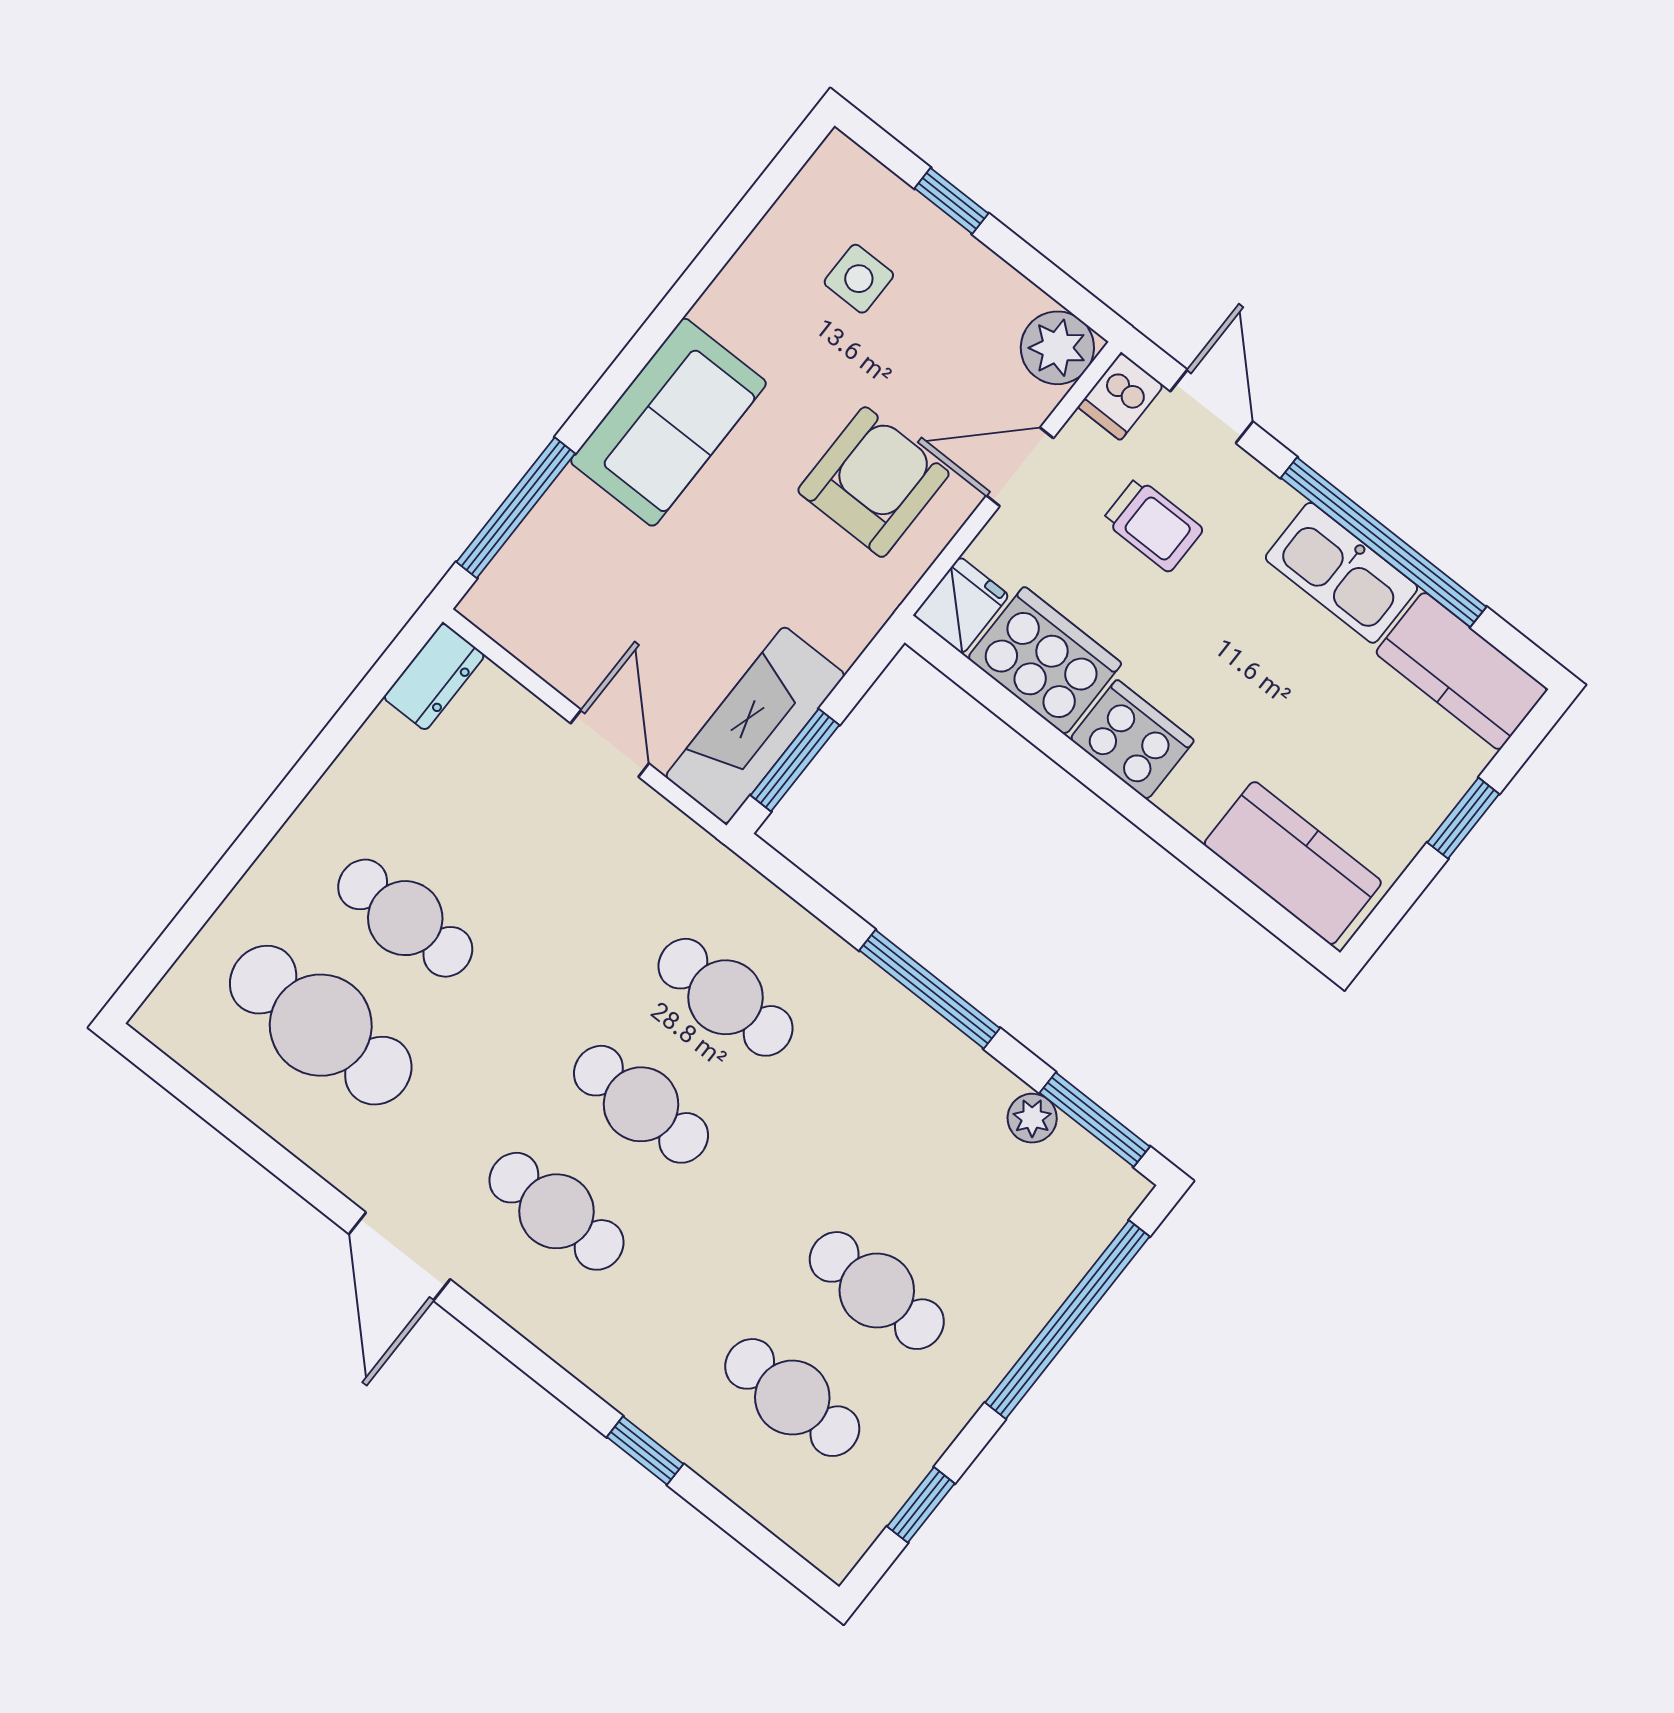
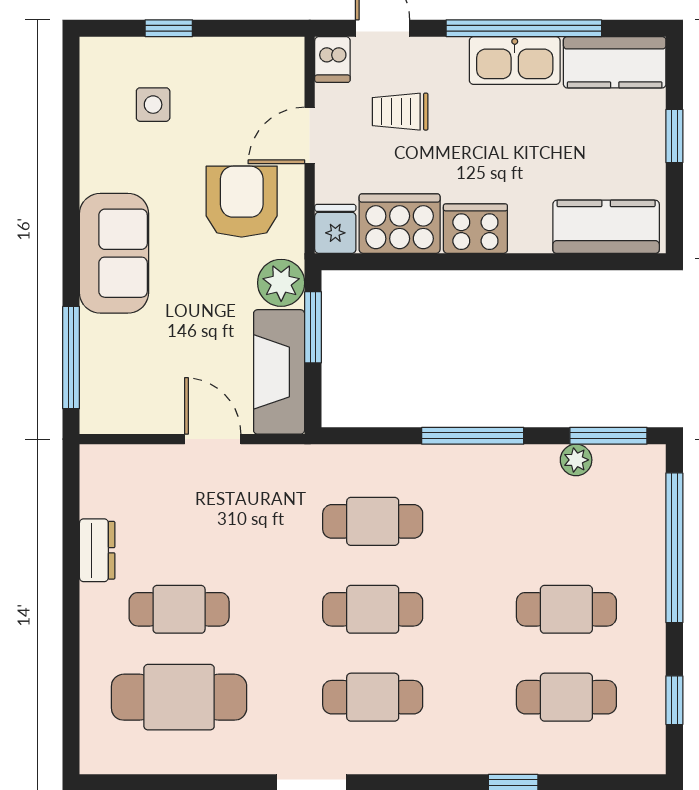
plant: (1057, 348) -> (281, 283), moved
trolley: (1153, 525) -> (400, 112), turned 180
dresser: (434, 677) -> (97, 550), moved
window: (795, 760) -> (313, 327), moved

